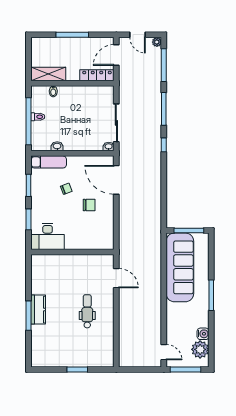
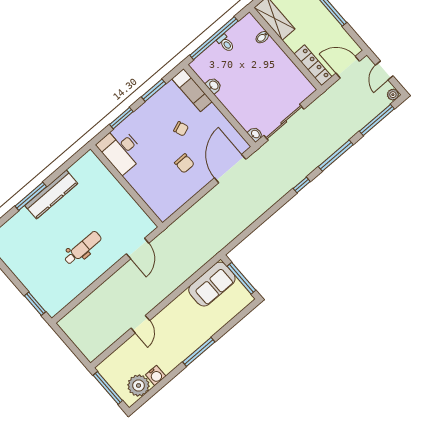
sofa: (180, 267) -> (212, 284), width x0.54, depth x0.79
kitchen counter: (38, 310) -> (51, 194), width x1.50
door: (164, 352) -> (140, 324), moved
window: (77, 369) -> (35, 304), moved

